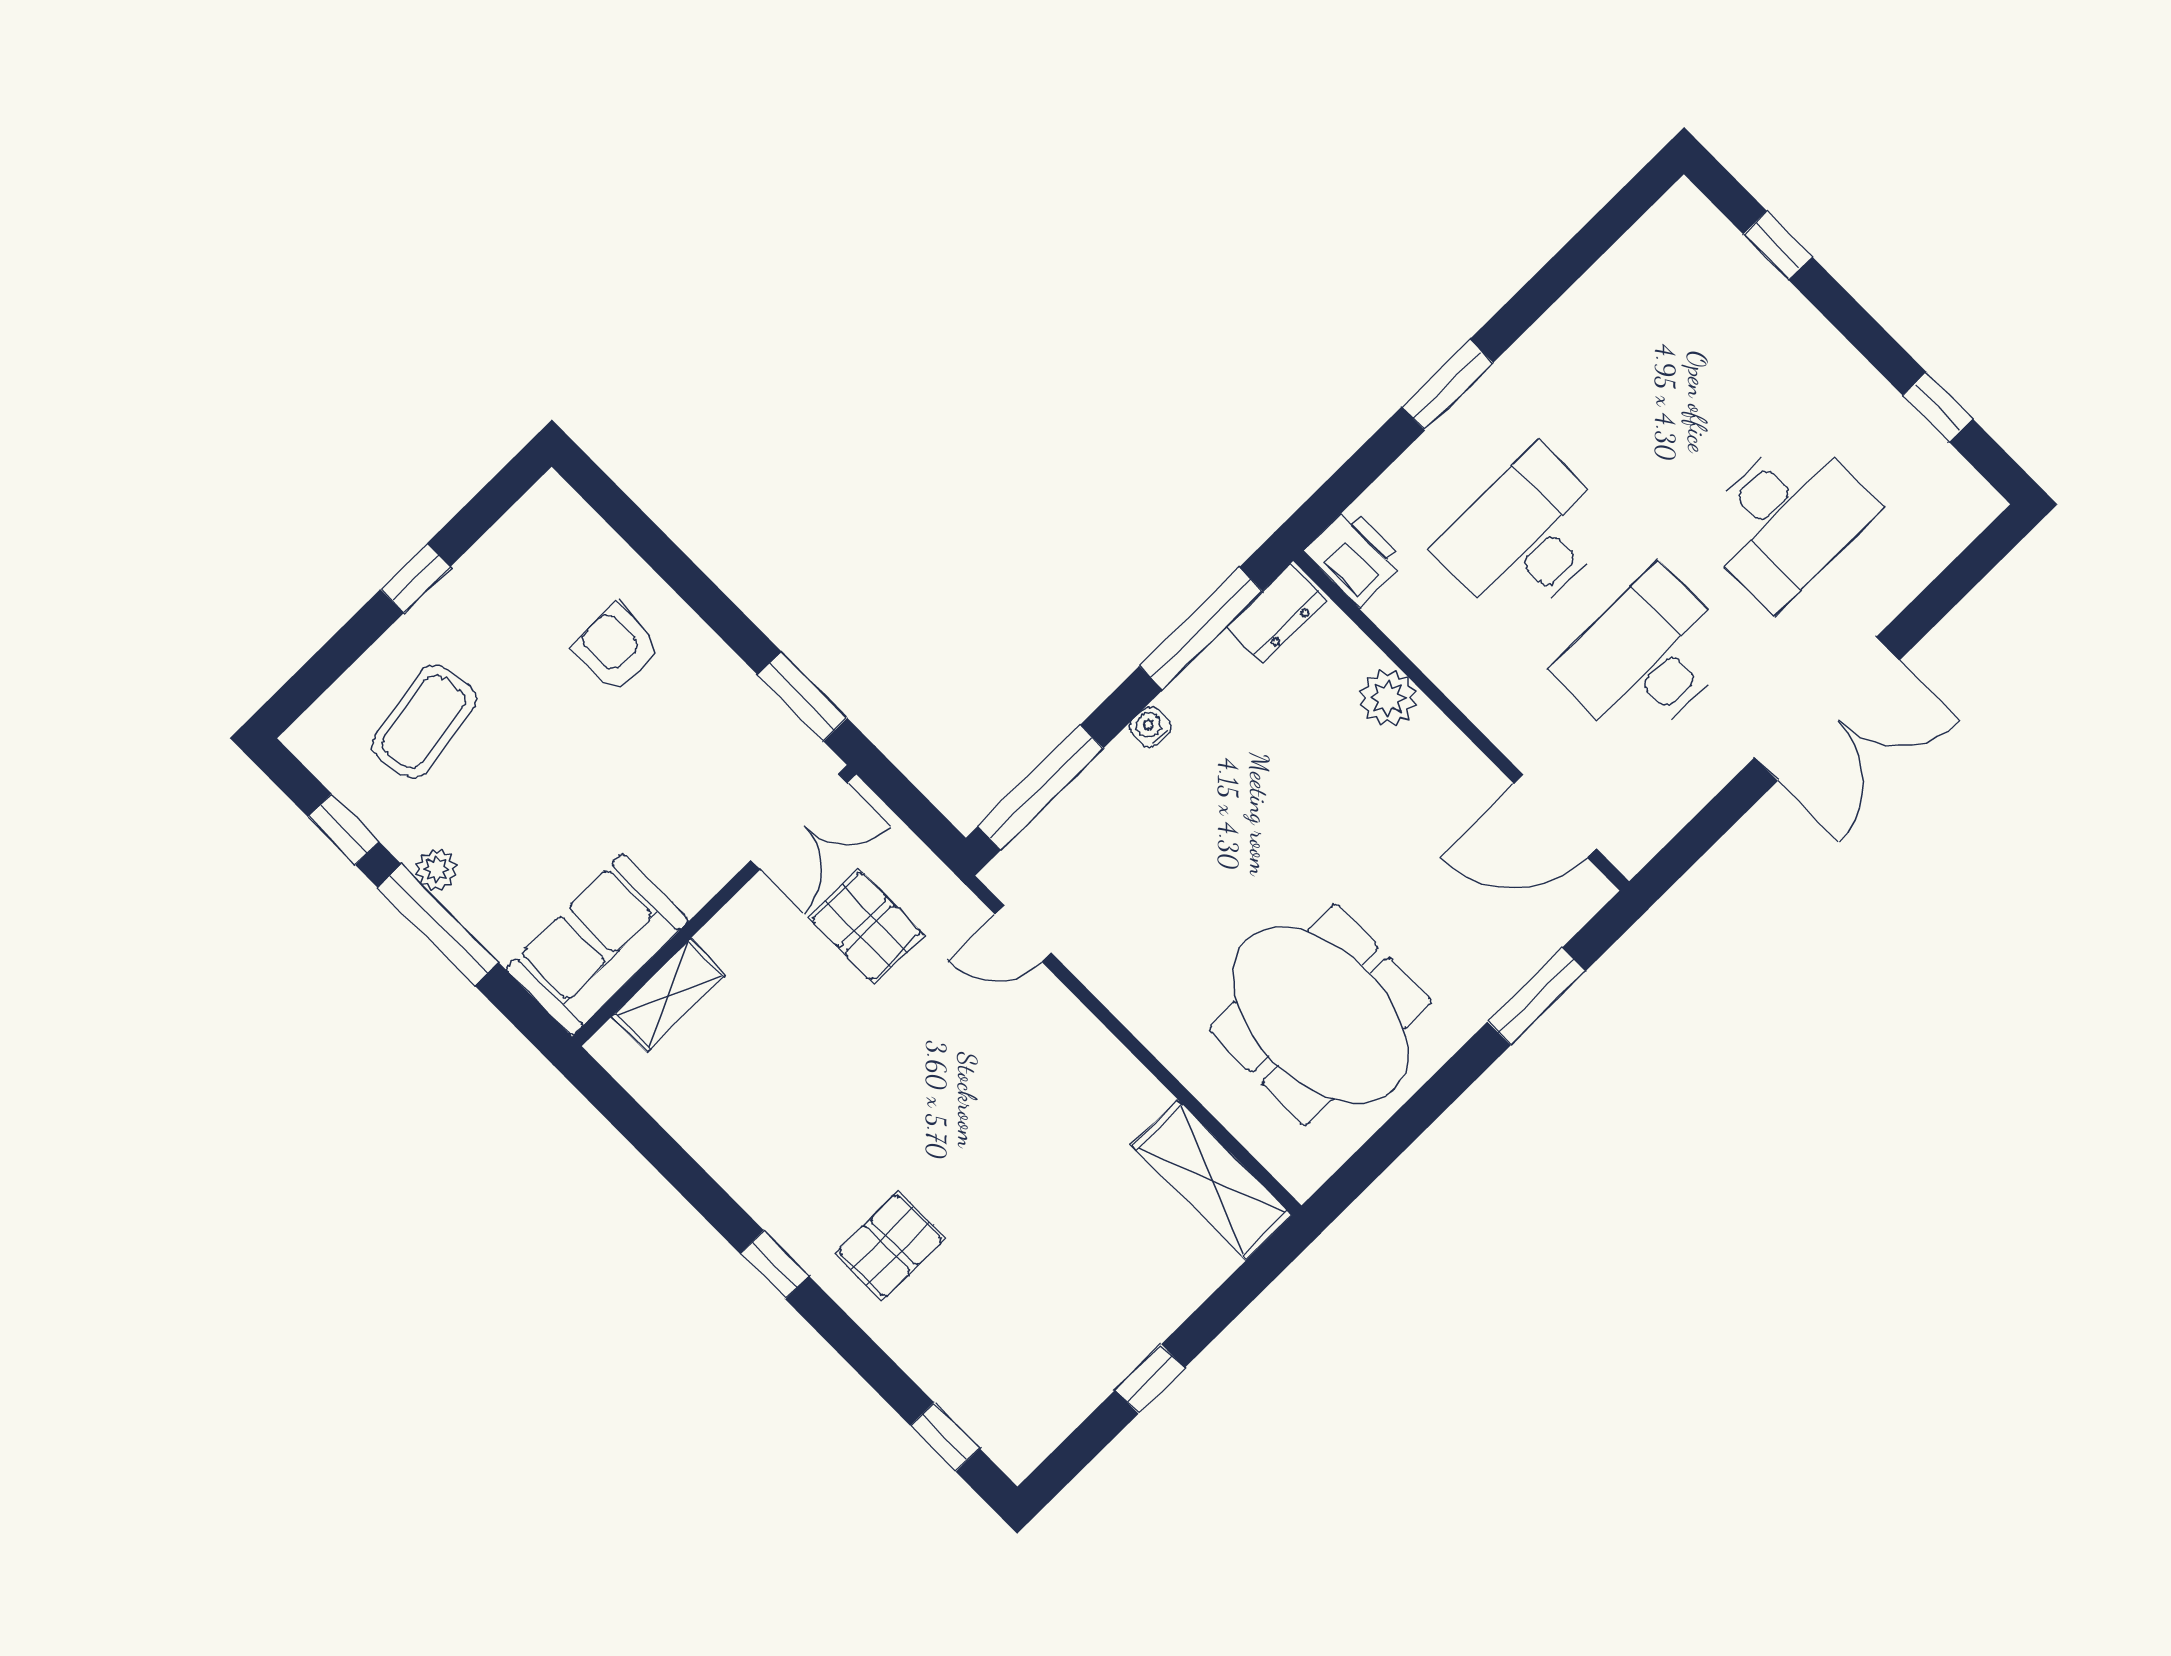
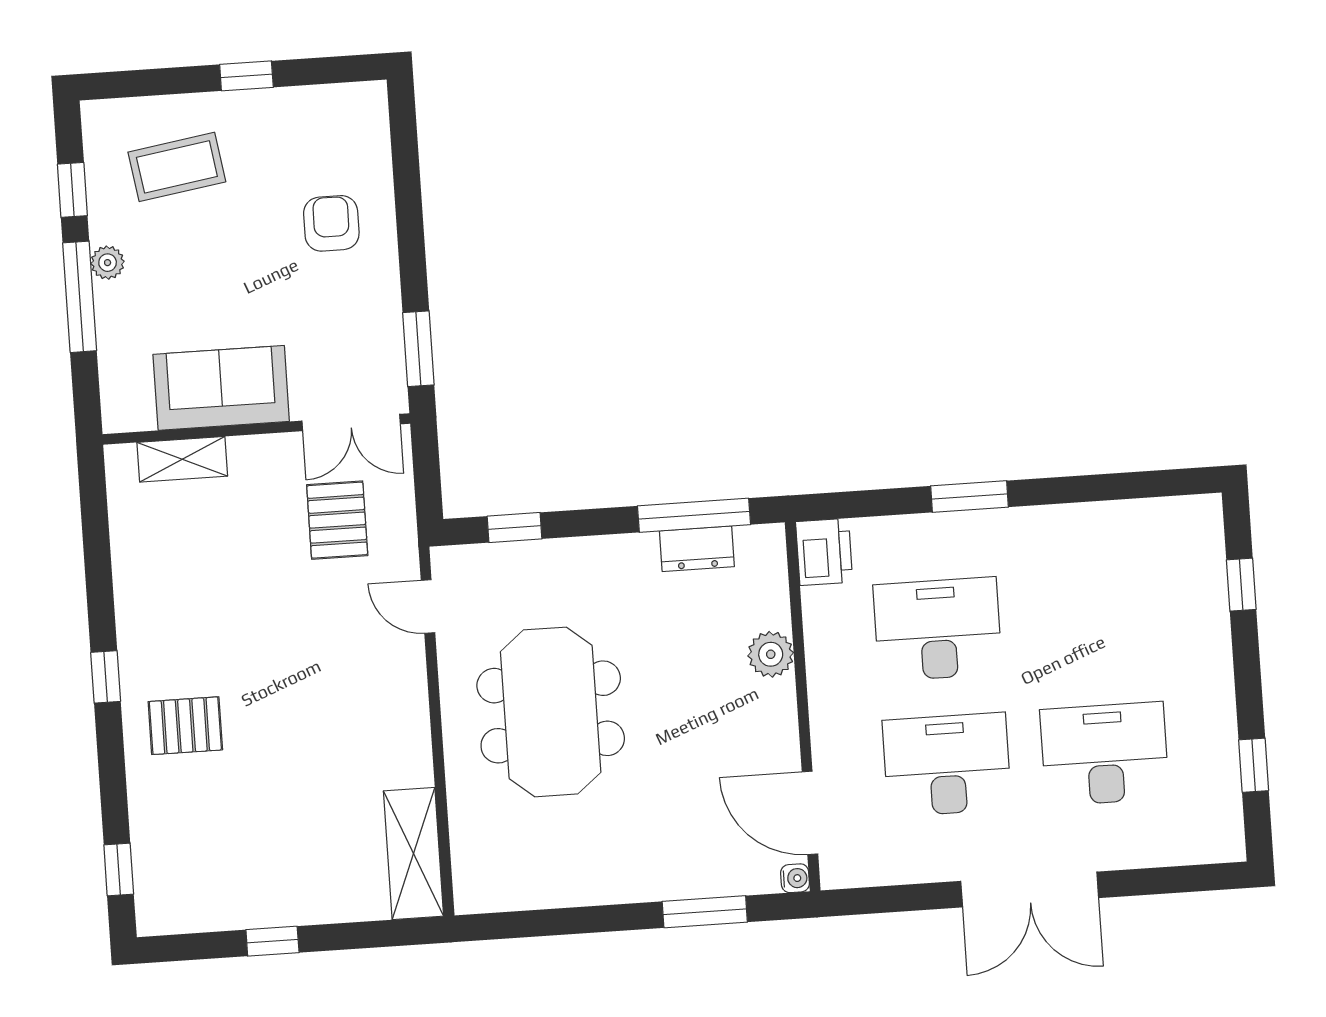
desk: (1787, 519) -> (1105, 754), turned 180
dresser: (1276, 613) -> (697, 549), moved
water cooler: (1150, 727) -> (795, 878), moved, turned 90
window: (1040, 787) -> (515, 527), width x0.46
sofa: (597, 945) -> (221, 388), moved
meeting table: (1320, 1015) -> (551, 712), moved

